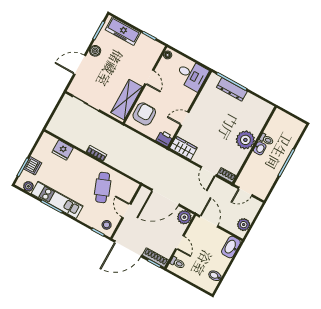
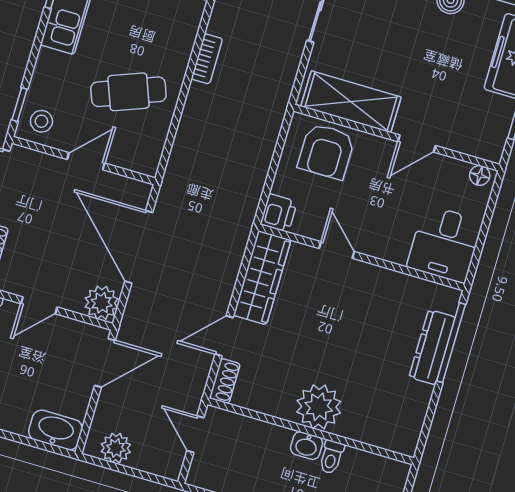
armchair: (144, 114) -> (326, 151), turned 90
wardrobe: (183, 148) -> (262, 278), width x1.50

